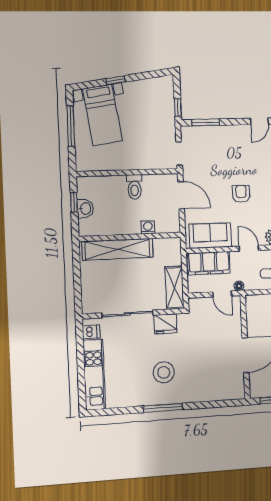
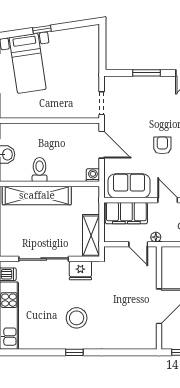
window: (178, 107) -> (102, 57), removed
window: (206, 122) -> (147, 73), moved
toilet: (135, 187) -> (40, 170), moved, turned 180
washing machine: (148, 227) -> (93, 175), moved
window: (163, 408) -> (74, 352), width x0.46

